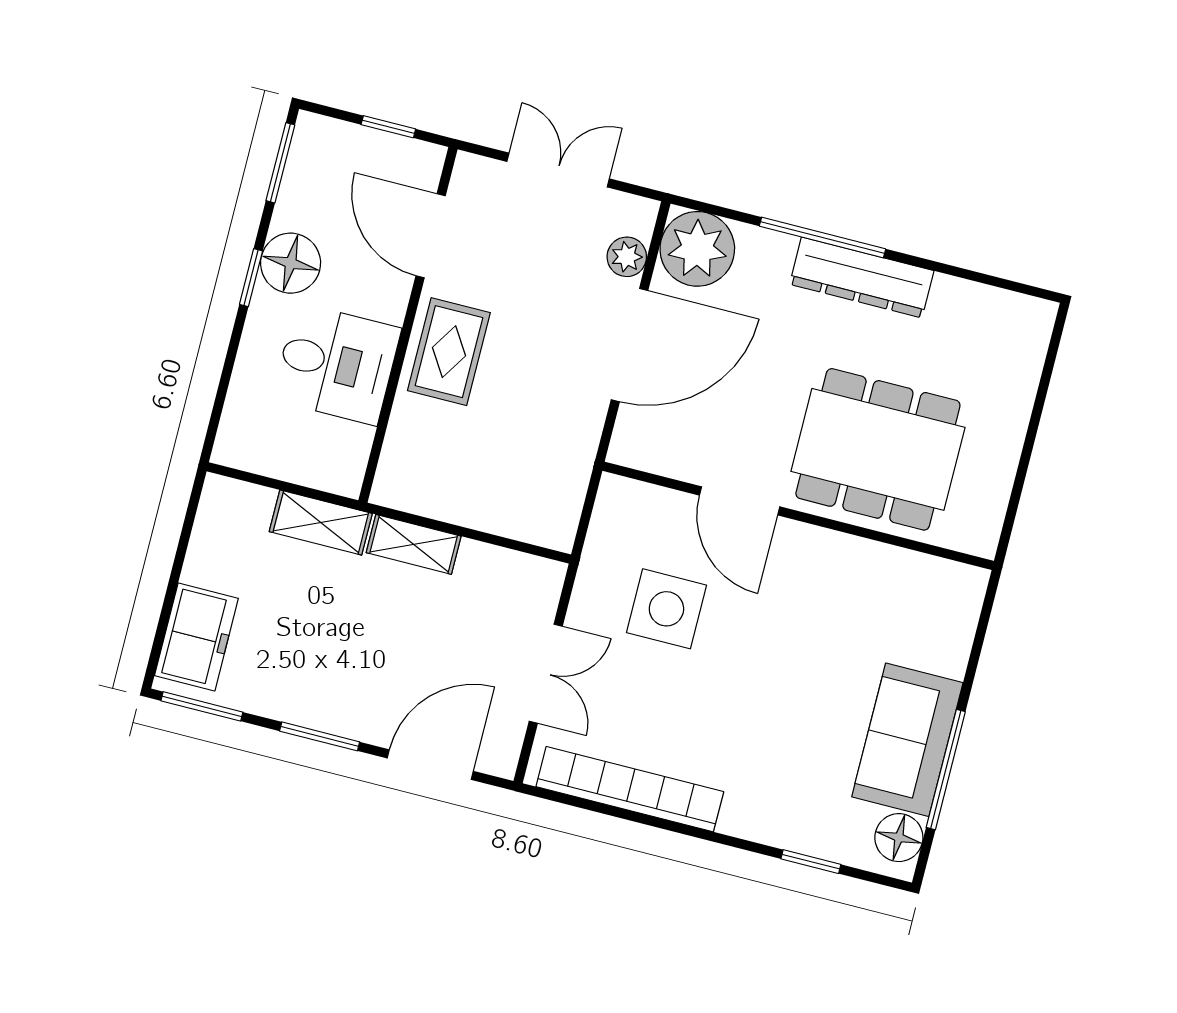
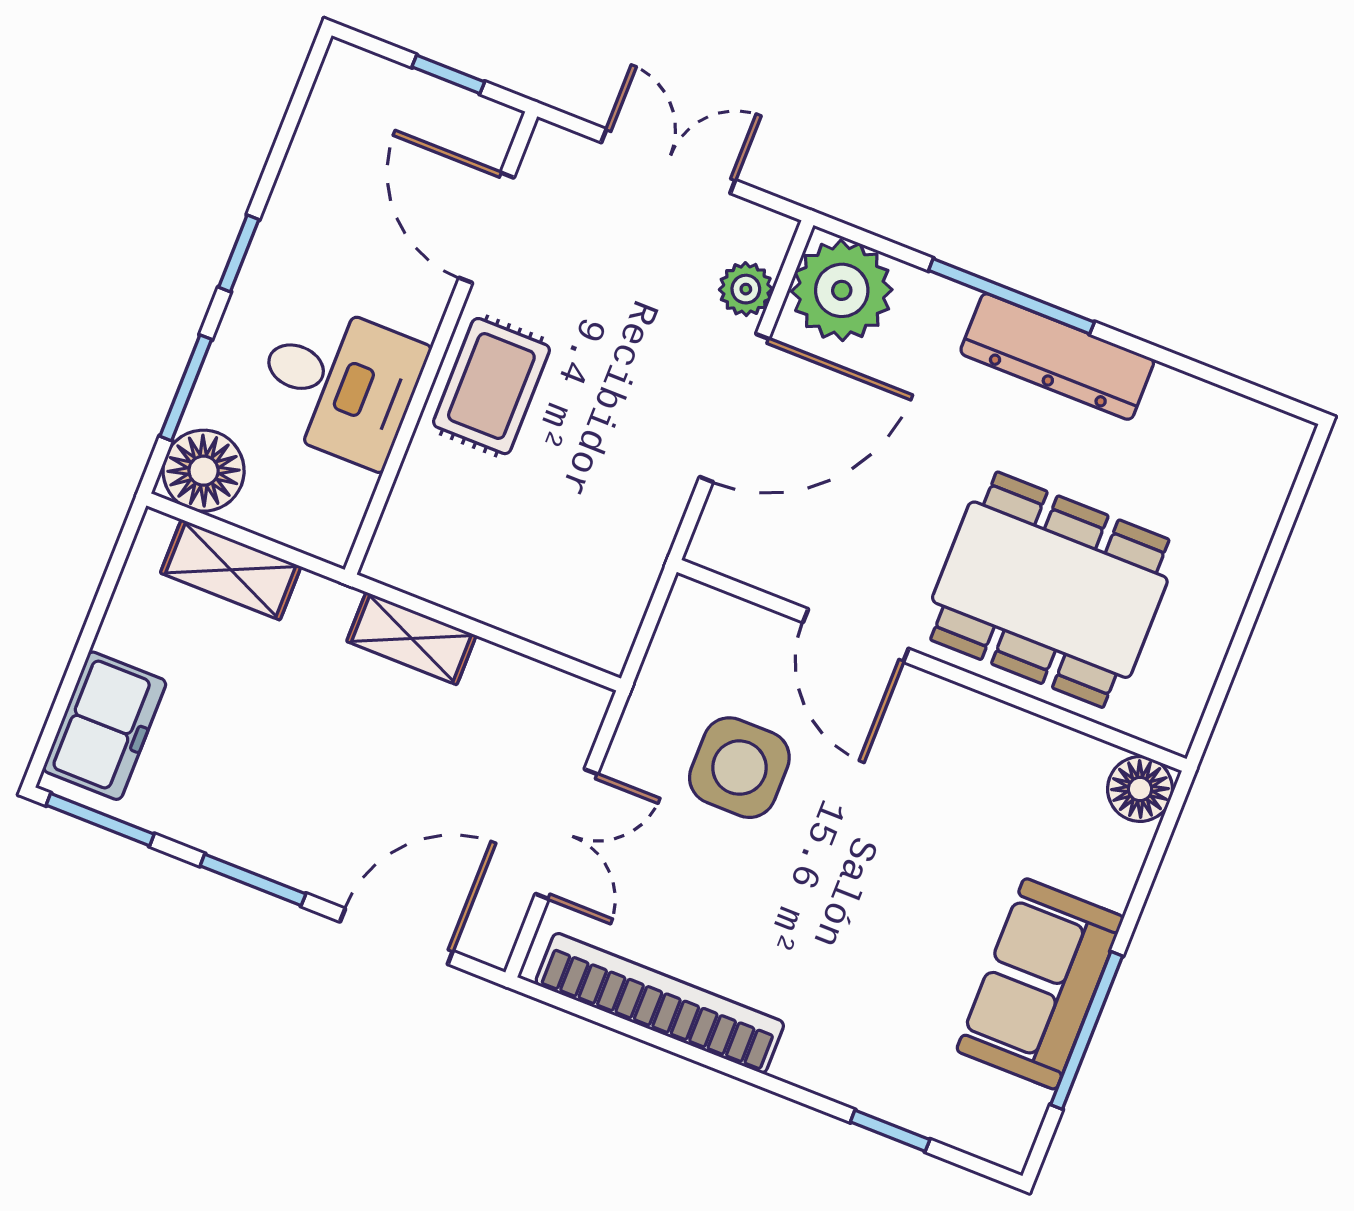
window: (280, 163) -> (186, 388), moved
floor lamp: (291, 263) -> (204, 471), moved
shelving: (321, 522) -> (231, 570), moved
floor lamp: (899, 838) -> (1140, 789), moved

